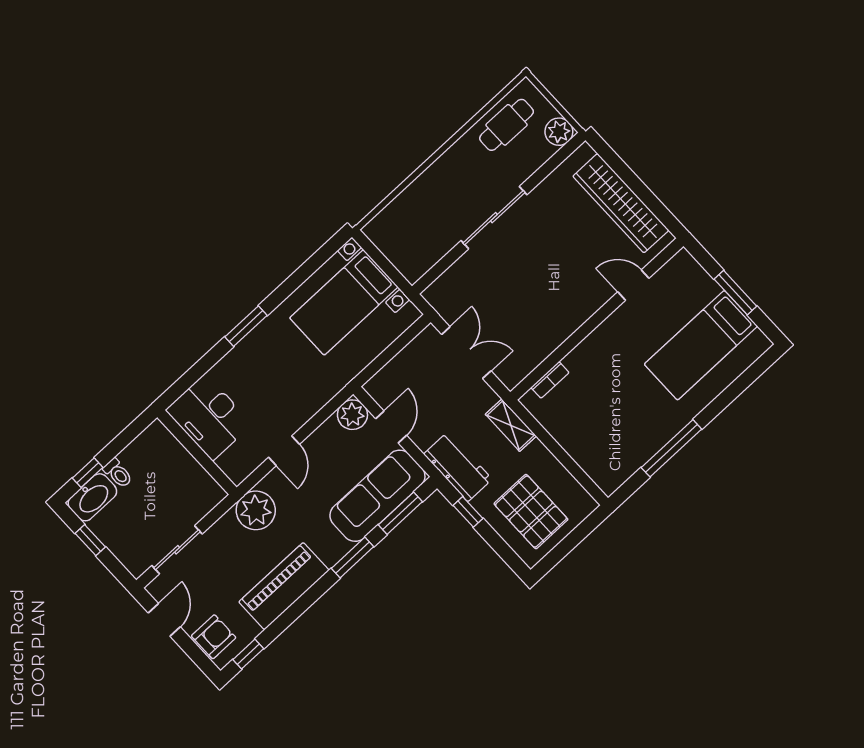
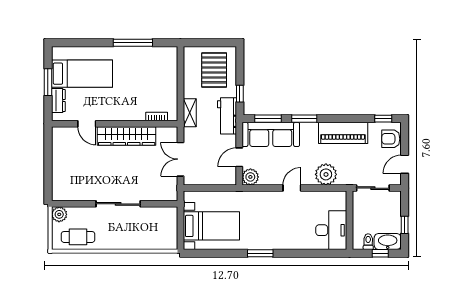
wardrobe: (621, 203) -> (127, 136), moved, turned 90
dresser: (699, 281) -> (58, 101), added
desk: (209, 417) -> (331, 230), moved
wall: (197, 452) -> (349, 220), moved

